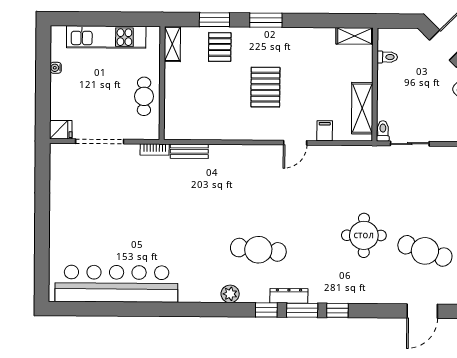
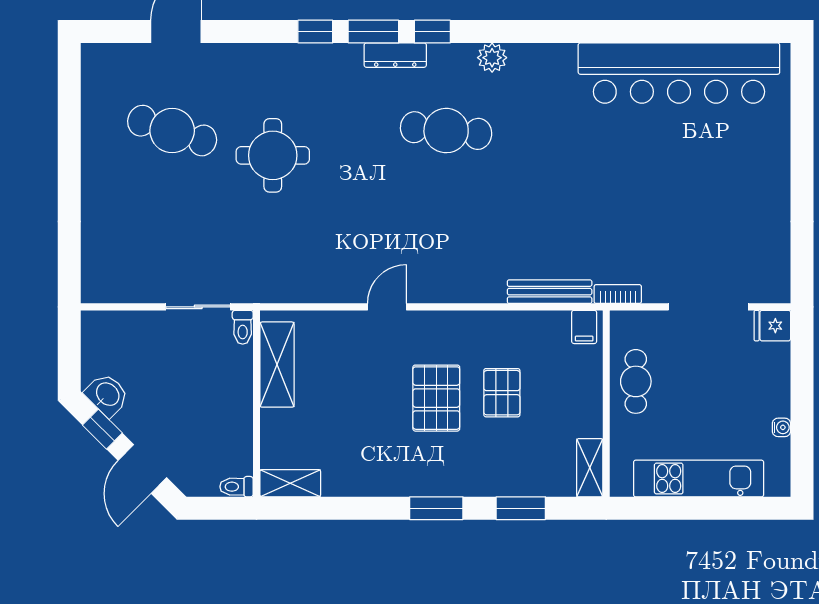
pallet: (220, 47) -> (502, 393), moved
toilet: (387, 57) -> (236, 487), moved
filing cabinet: (325, 131) -> (584, 327), moved
bench: (189, 151) -> (550, 292), width x1.36

